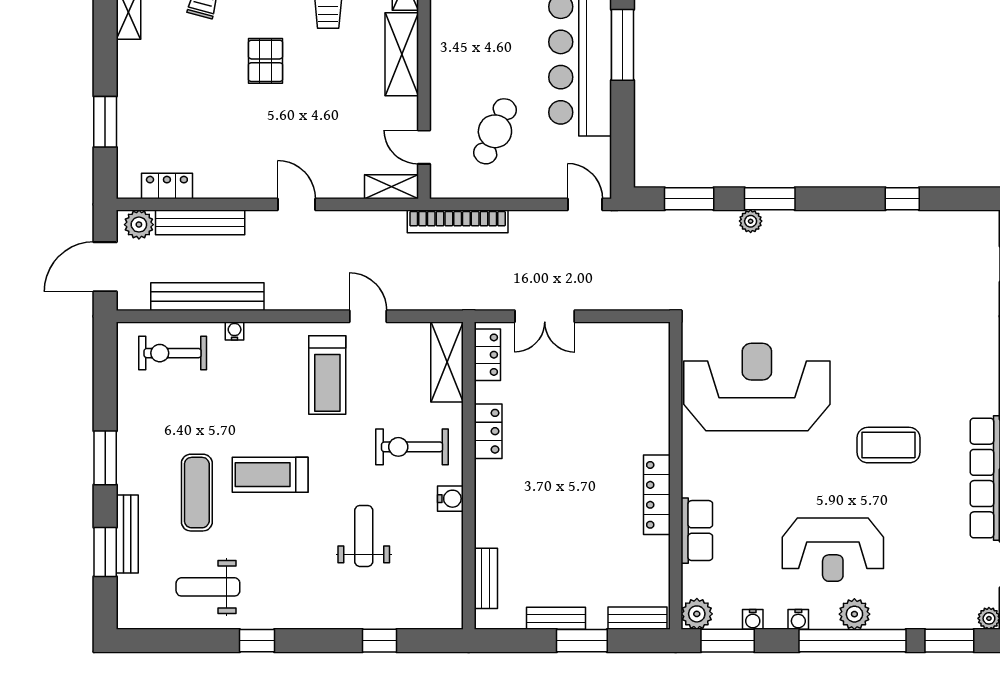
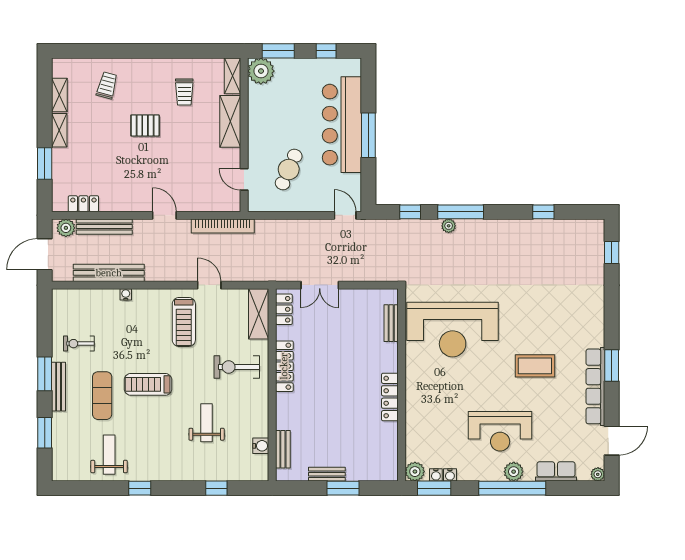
window: (622, 45) -> (368, 135), moved
pallet: (266, 61) -> (145, 125), turned 90
shelving: (391, 187) -> (59, 130), moved, turned 90
window: (689, 199) -> (410, 212), width x0.67
window: (770, 199) -> (461, 212), width x1.44
bookcase: (458, 221) -> (223, 226), moved
exercise bike: (173, 353) -> (79, 344), moved, width x0.73, depth x0.72
reception desk: (757, 387) -> (453, 330), turned 180
locker: (488, 431) -> (284, 366), width x1.53
water cooler: (450, 499) -> (261, 446), moved
row of seats: (697, 531) -> (556, 471), moved, turned -90
bench: (127, 534) -> (59, 387), moved
weight bench: (208, 587) -> (109, 455), turned 90
bench: (637, 618) -> (391, 323), moved, turned 90
water cooler: (798, 619) -> (436, 475), moved
window: (949, 641) -> (573, 488), removed

